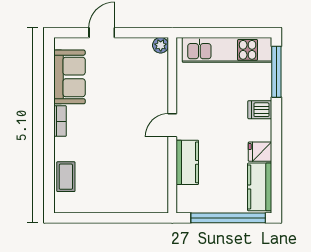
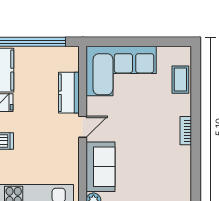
sofa: (69, 77) -> (101, 167), moved, turned 180
corner sofa: (130, 186) -> (121, 71), added

